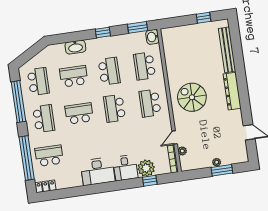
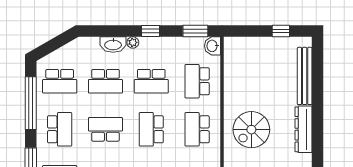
plant: (90, 43) -> (133, 42), added
school desk: (109, 71) -> (151, 81), turned 90
school desk: (74, 76) -> (105, 81), turned 180
school desk: (38, 81) -> (60, 81), turned 90
spiral stairs: (192, 97) -> (251, 130), turned -90

